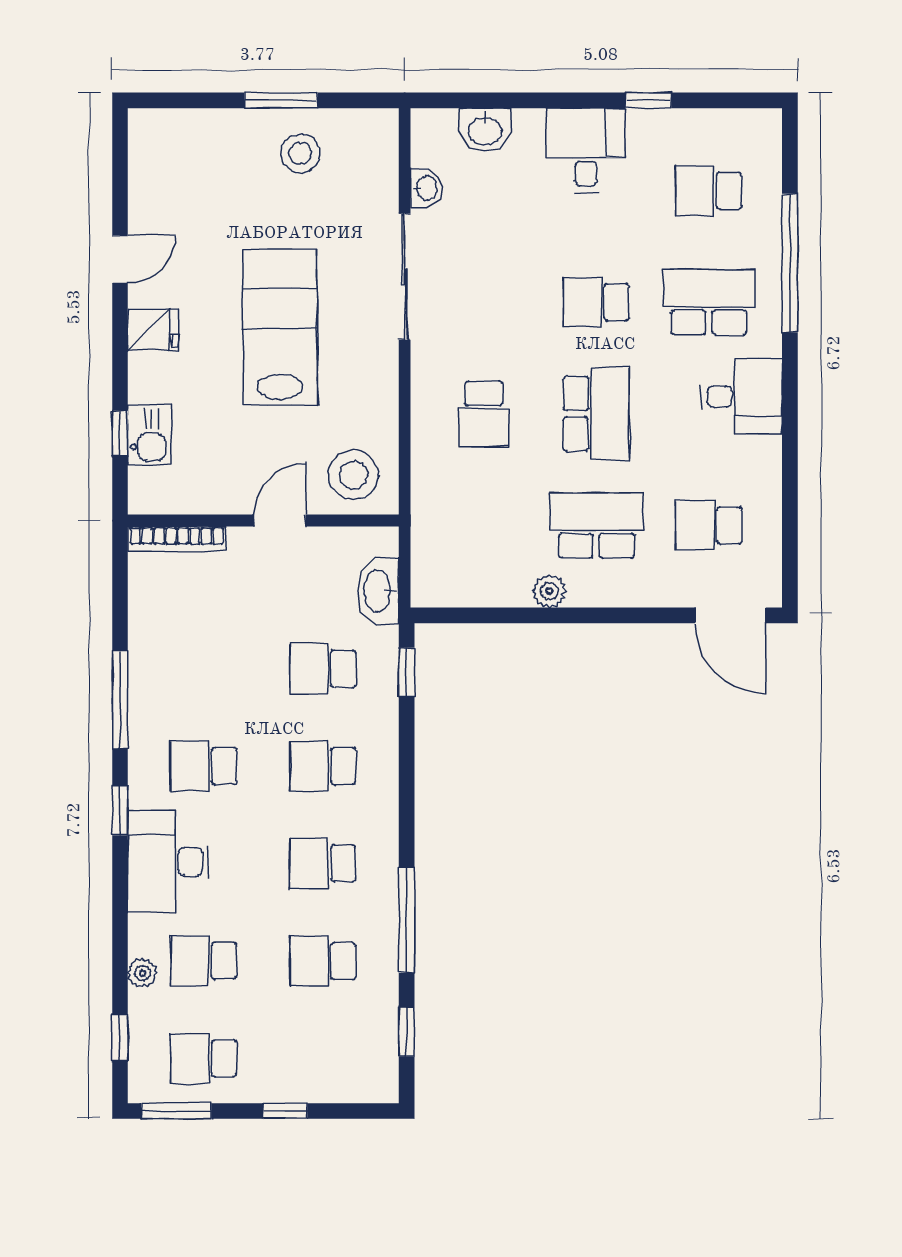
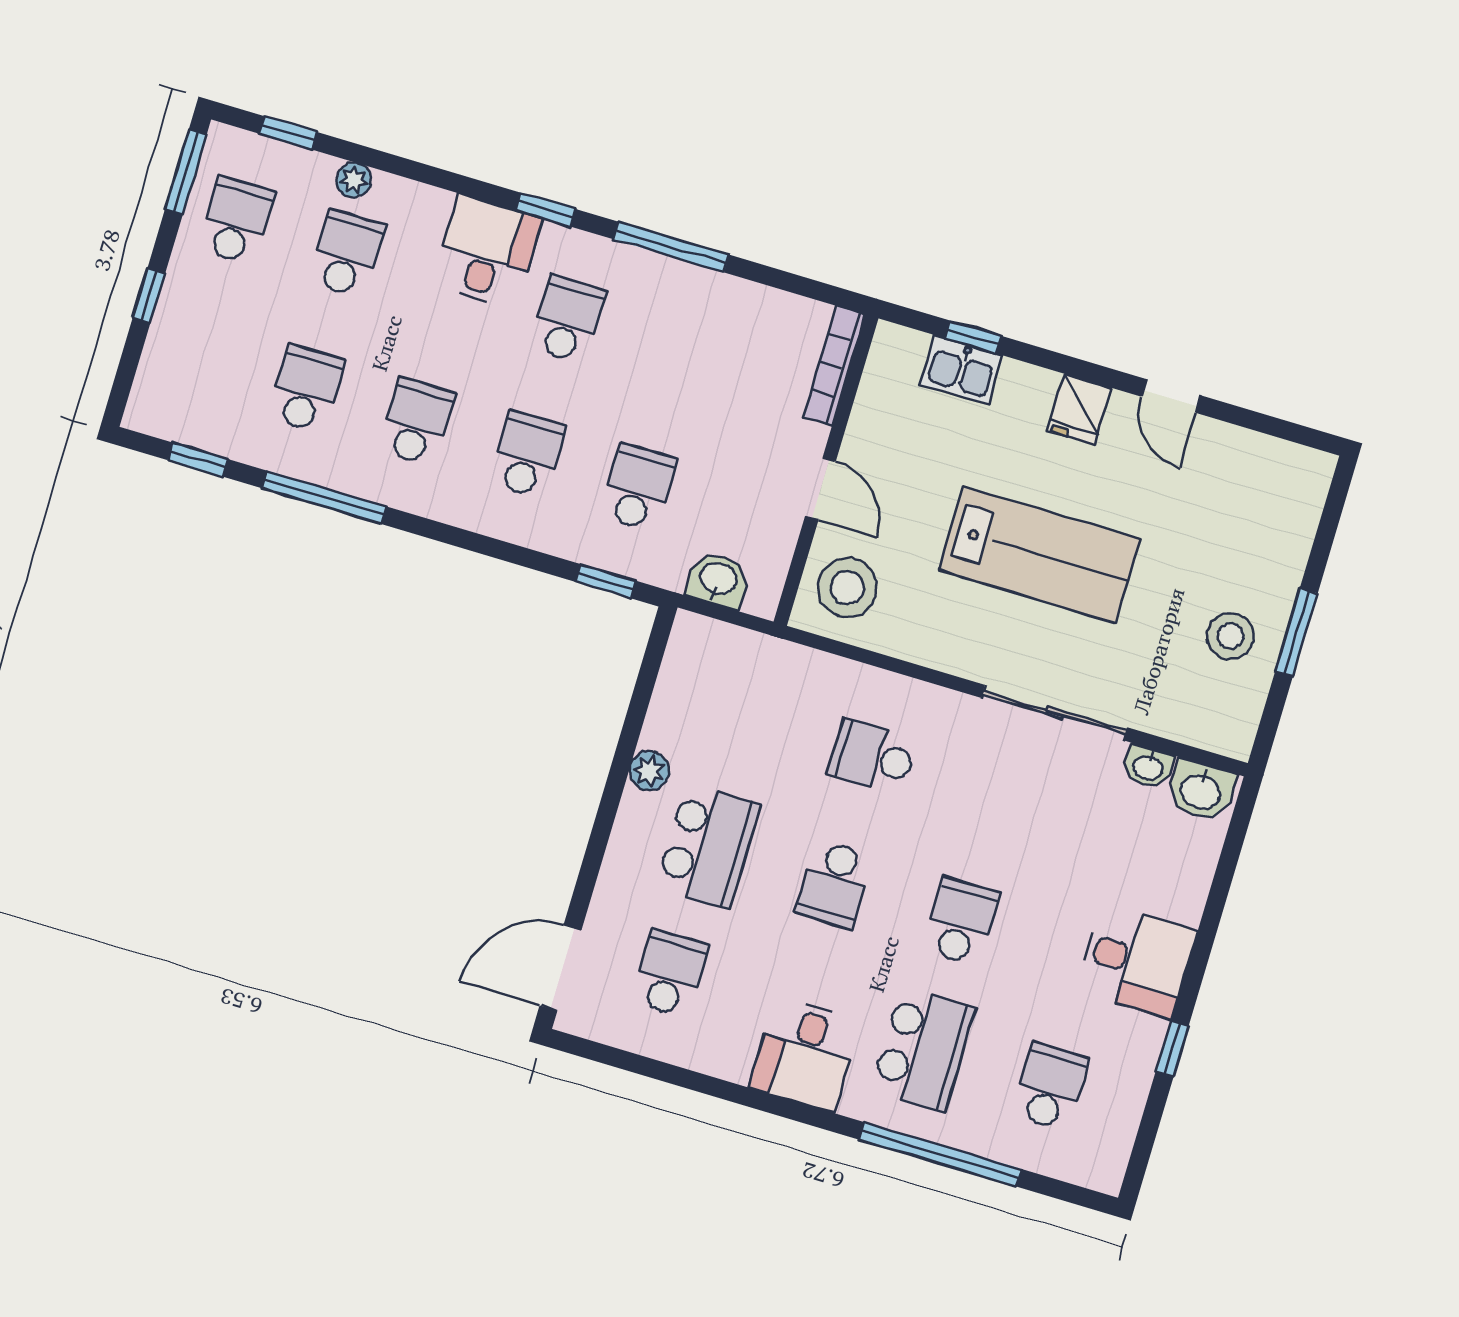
washbasin: (485, 130) -> (1201, 791), moved, turned -90
school desk: (596, 414) -> (835, 884), width x0.54
washbasin: (378, 591) -> (718, 580), width x0.72
desk: (168, 862) -> (487, 252), width x0.73

